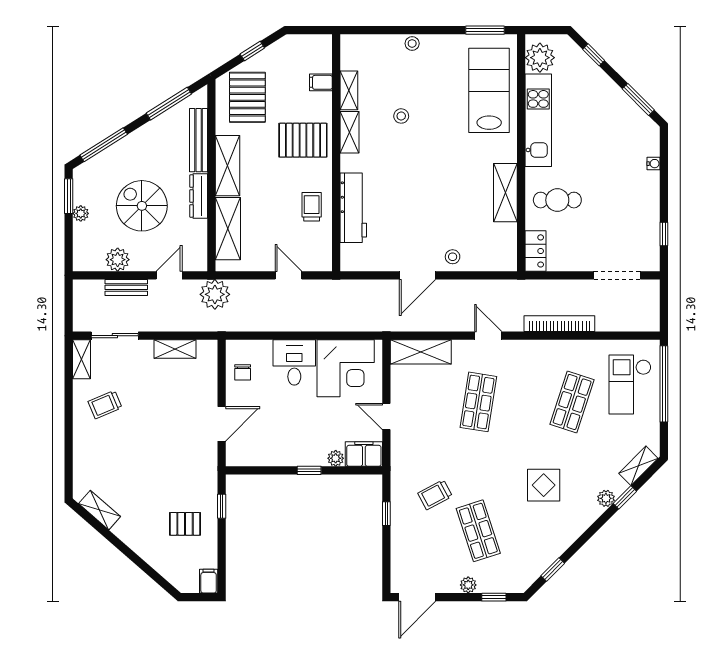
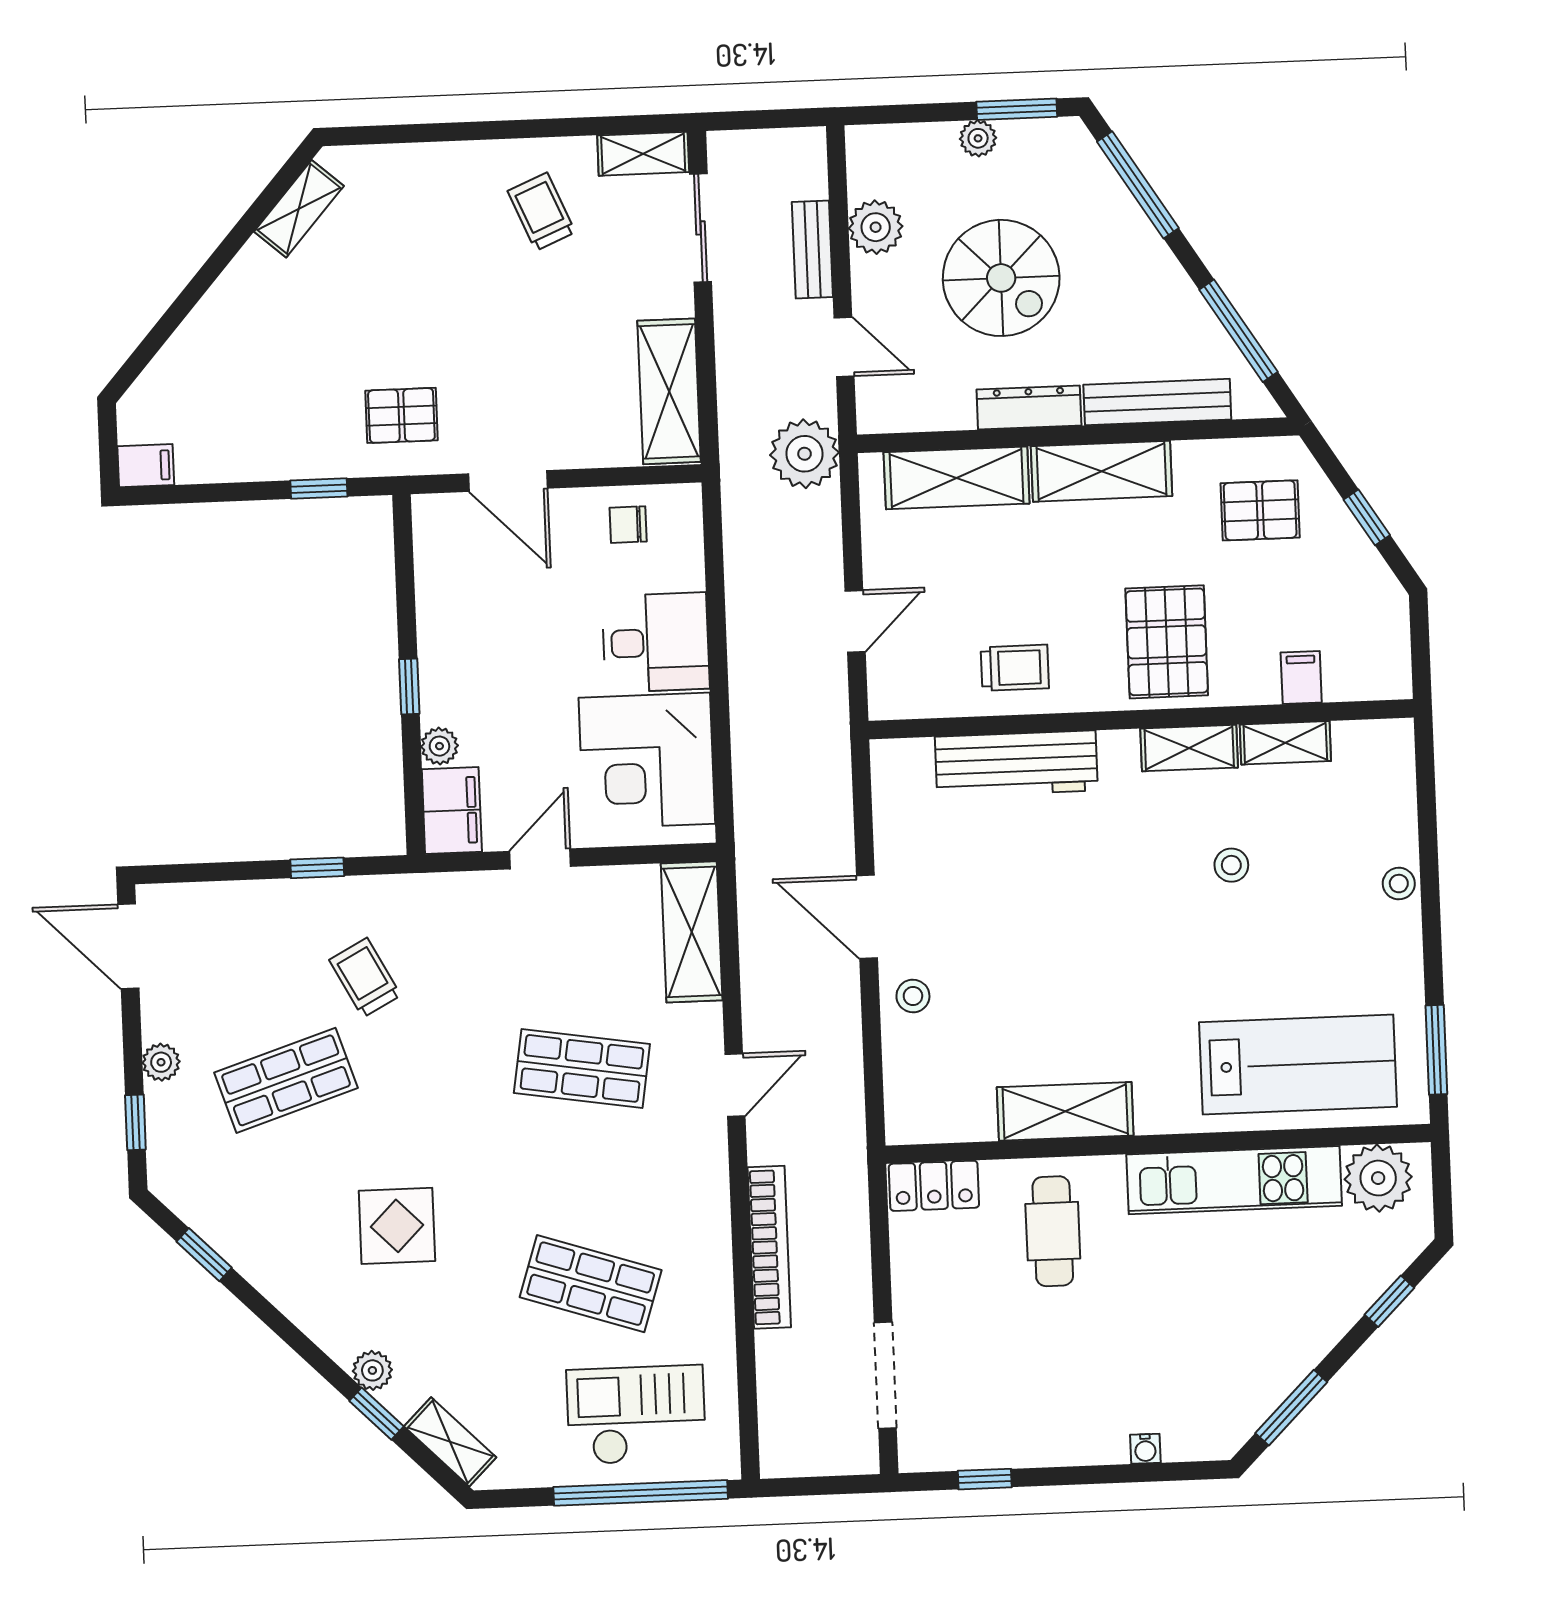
pallet: (247, 97) -> (1260, 510), width x0.67, depth x0.71
spiral stairs: (142, 206) -> (1001, 278), turned 90
shelving: (175, 349) -> (669, 391), width x1.50, depth x1.33
pallet: (185, 524) -> (401, 415), moved, turned 90

